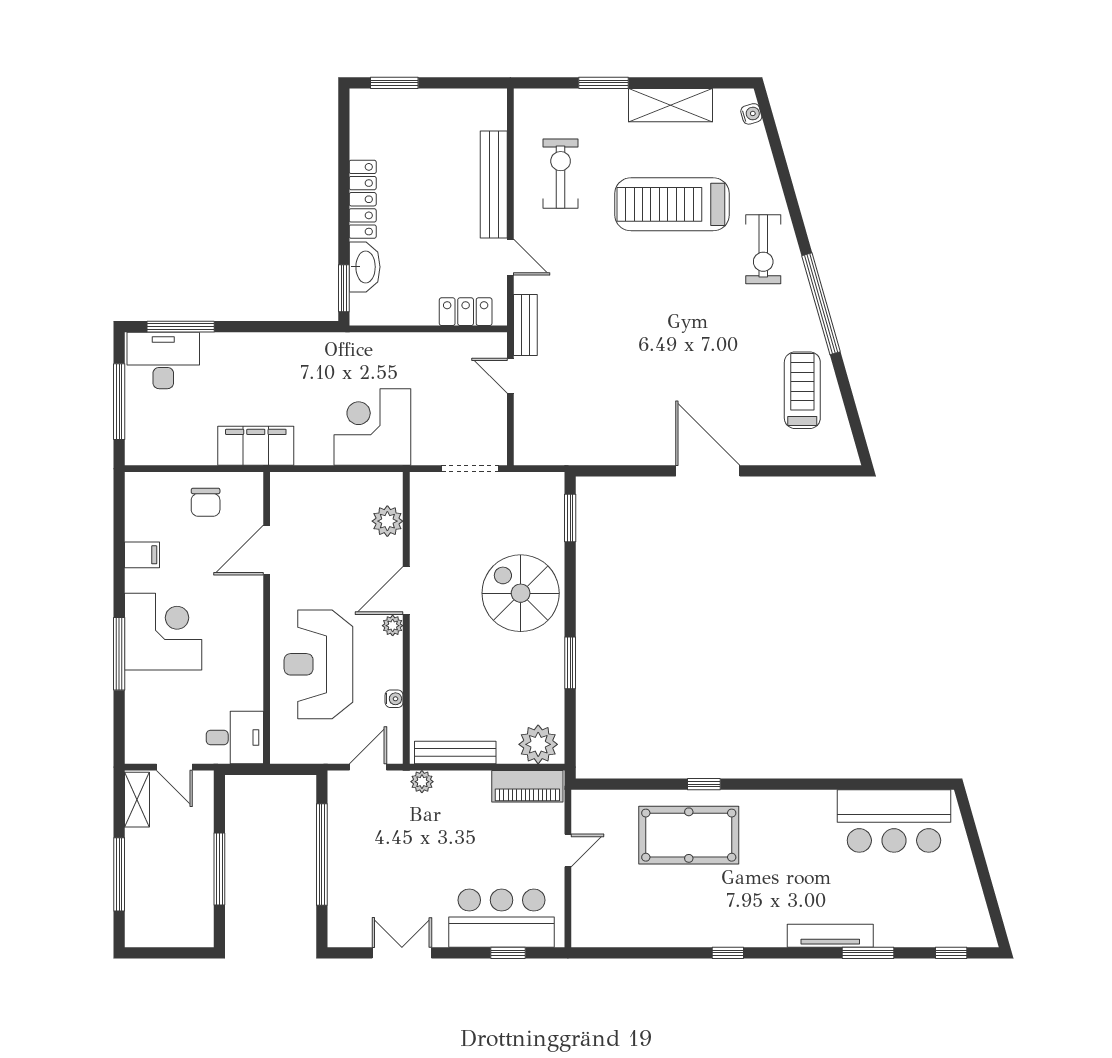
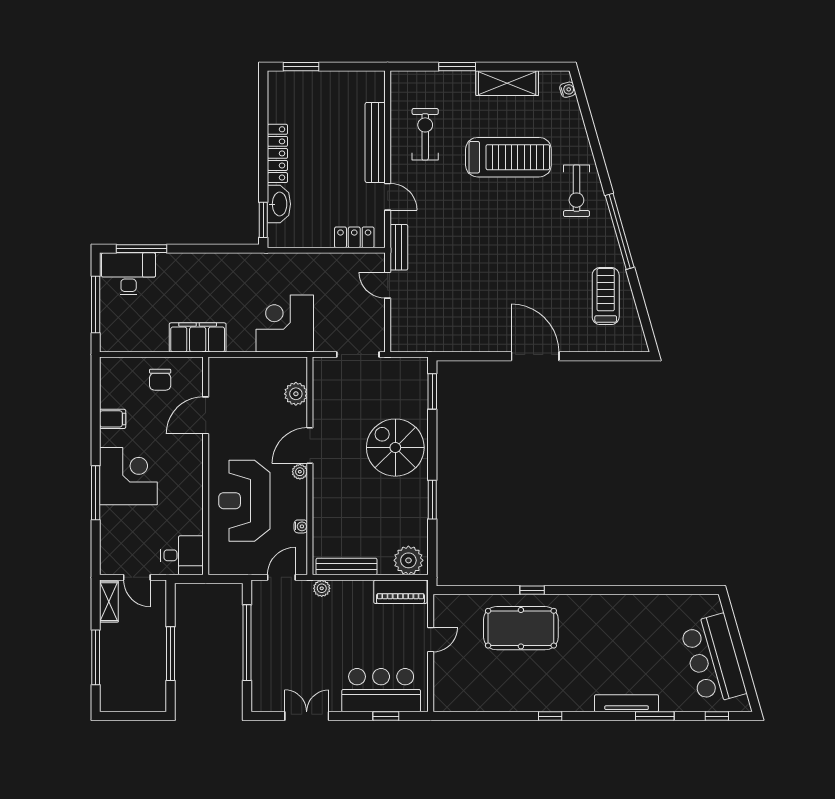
treadmill: (672, 204) -> (508, 157), turned 180
bar counter: (894, 821) -> (713, 659), moved, turned 74

